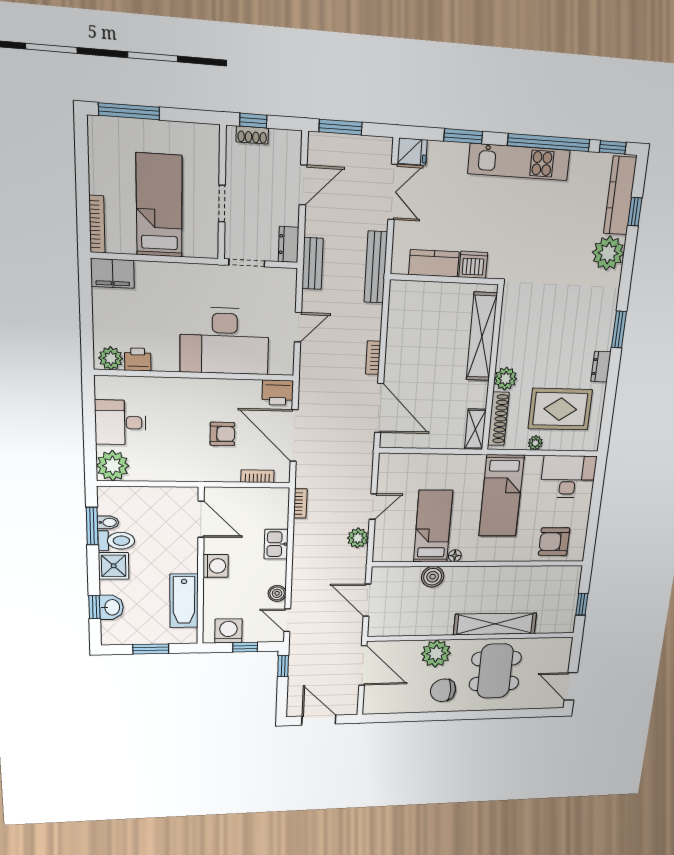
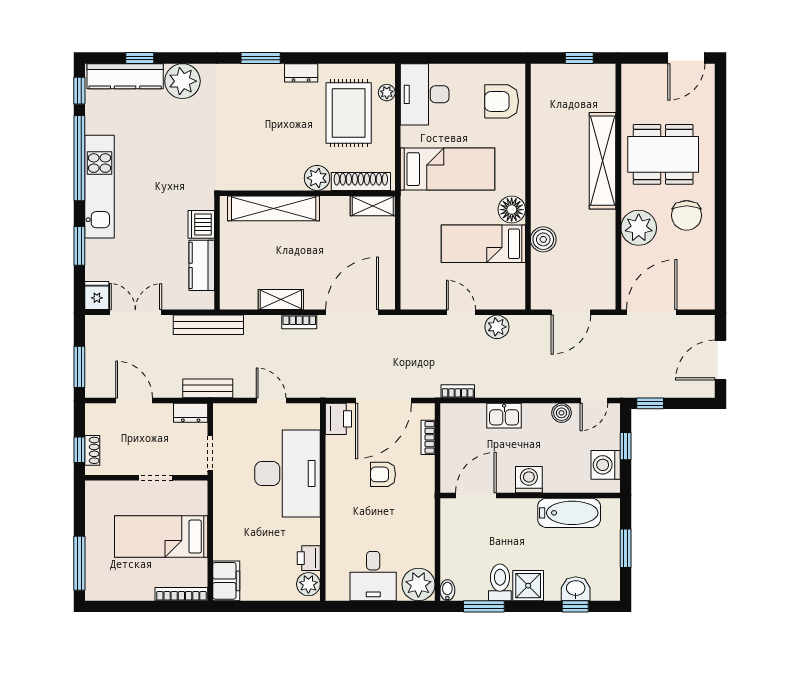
shelving: (396, 340) -> (281, 300), added
armchair: (222, 434) -> (383, 474), turned -90
plant: (535, 443) -> (387, 93), moved
bidet: (108, 522) -> (447, 590), moved
armchair: (554, 542) -> (502, 101), turned 90
floor lamp: (455, 556) -> (512, 210), width x1.89, depth x1.89

